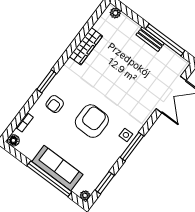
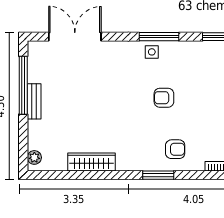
armchair: (92, 121) -> (164, 98), width x0.53, depth x0.53

